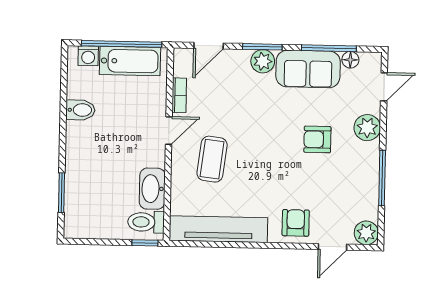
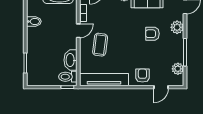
plant: (366, 233) -> (178, 69), moved

